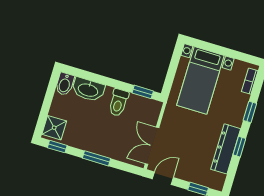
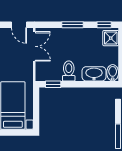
door: (163, 178) -> (19, 25), hinge flipped

